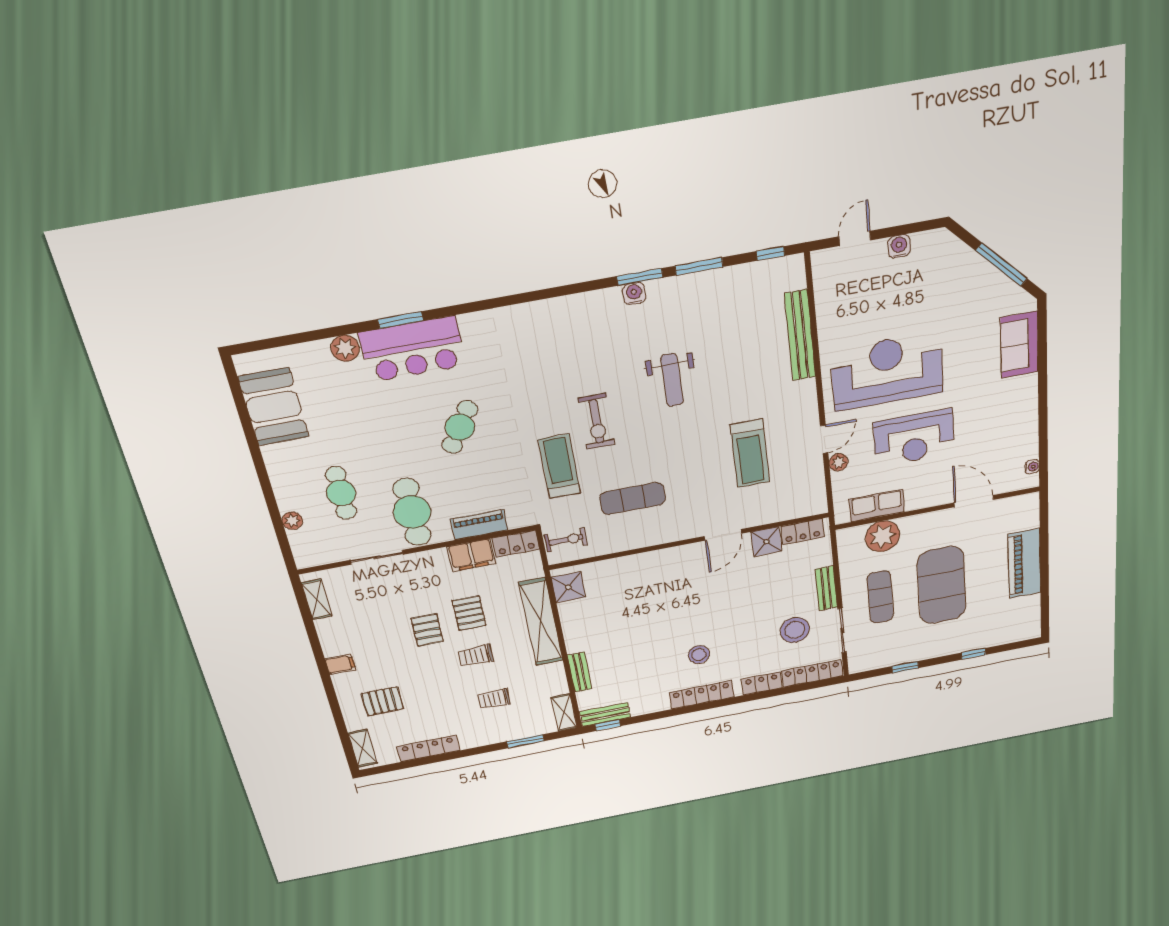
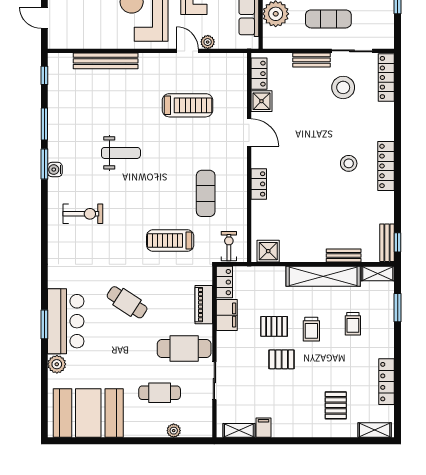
booth: (274, 407) -> (88, 413), width x1.36, depth x1.42
exercise bike: (596, 421) -> (83, 214), moved
shelving: (541, 622) -> (323, 276), moved
filing cabinet: (340, 664) -> (263, 428), moved
locker: (762, 683) -> (259, 184), moved, turned 180

